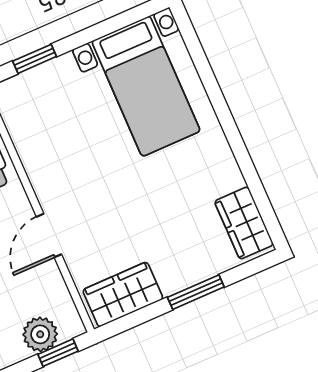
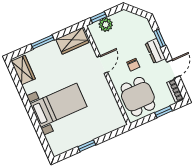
window: (35, 59) -> (87, 146), moved
bed with nightstands: (146, 86) -> (59, 105), moved, turned 90

